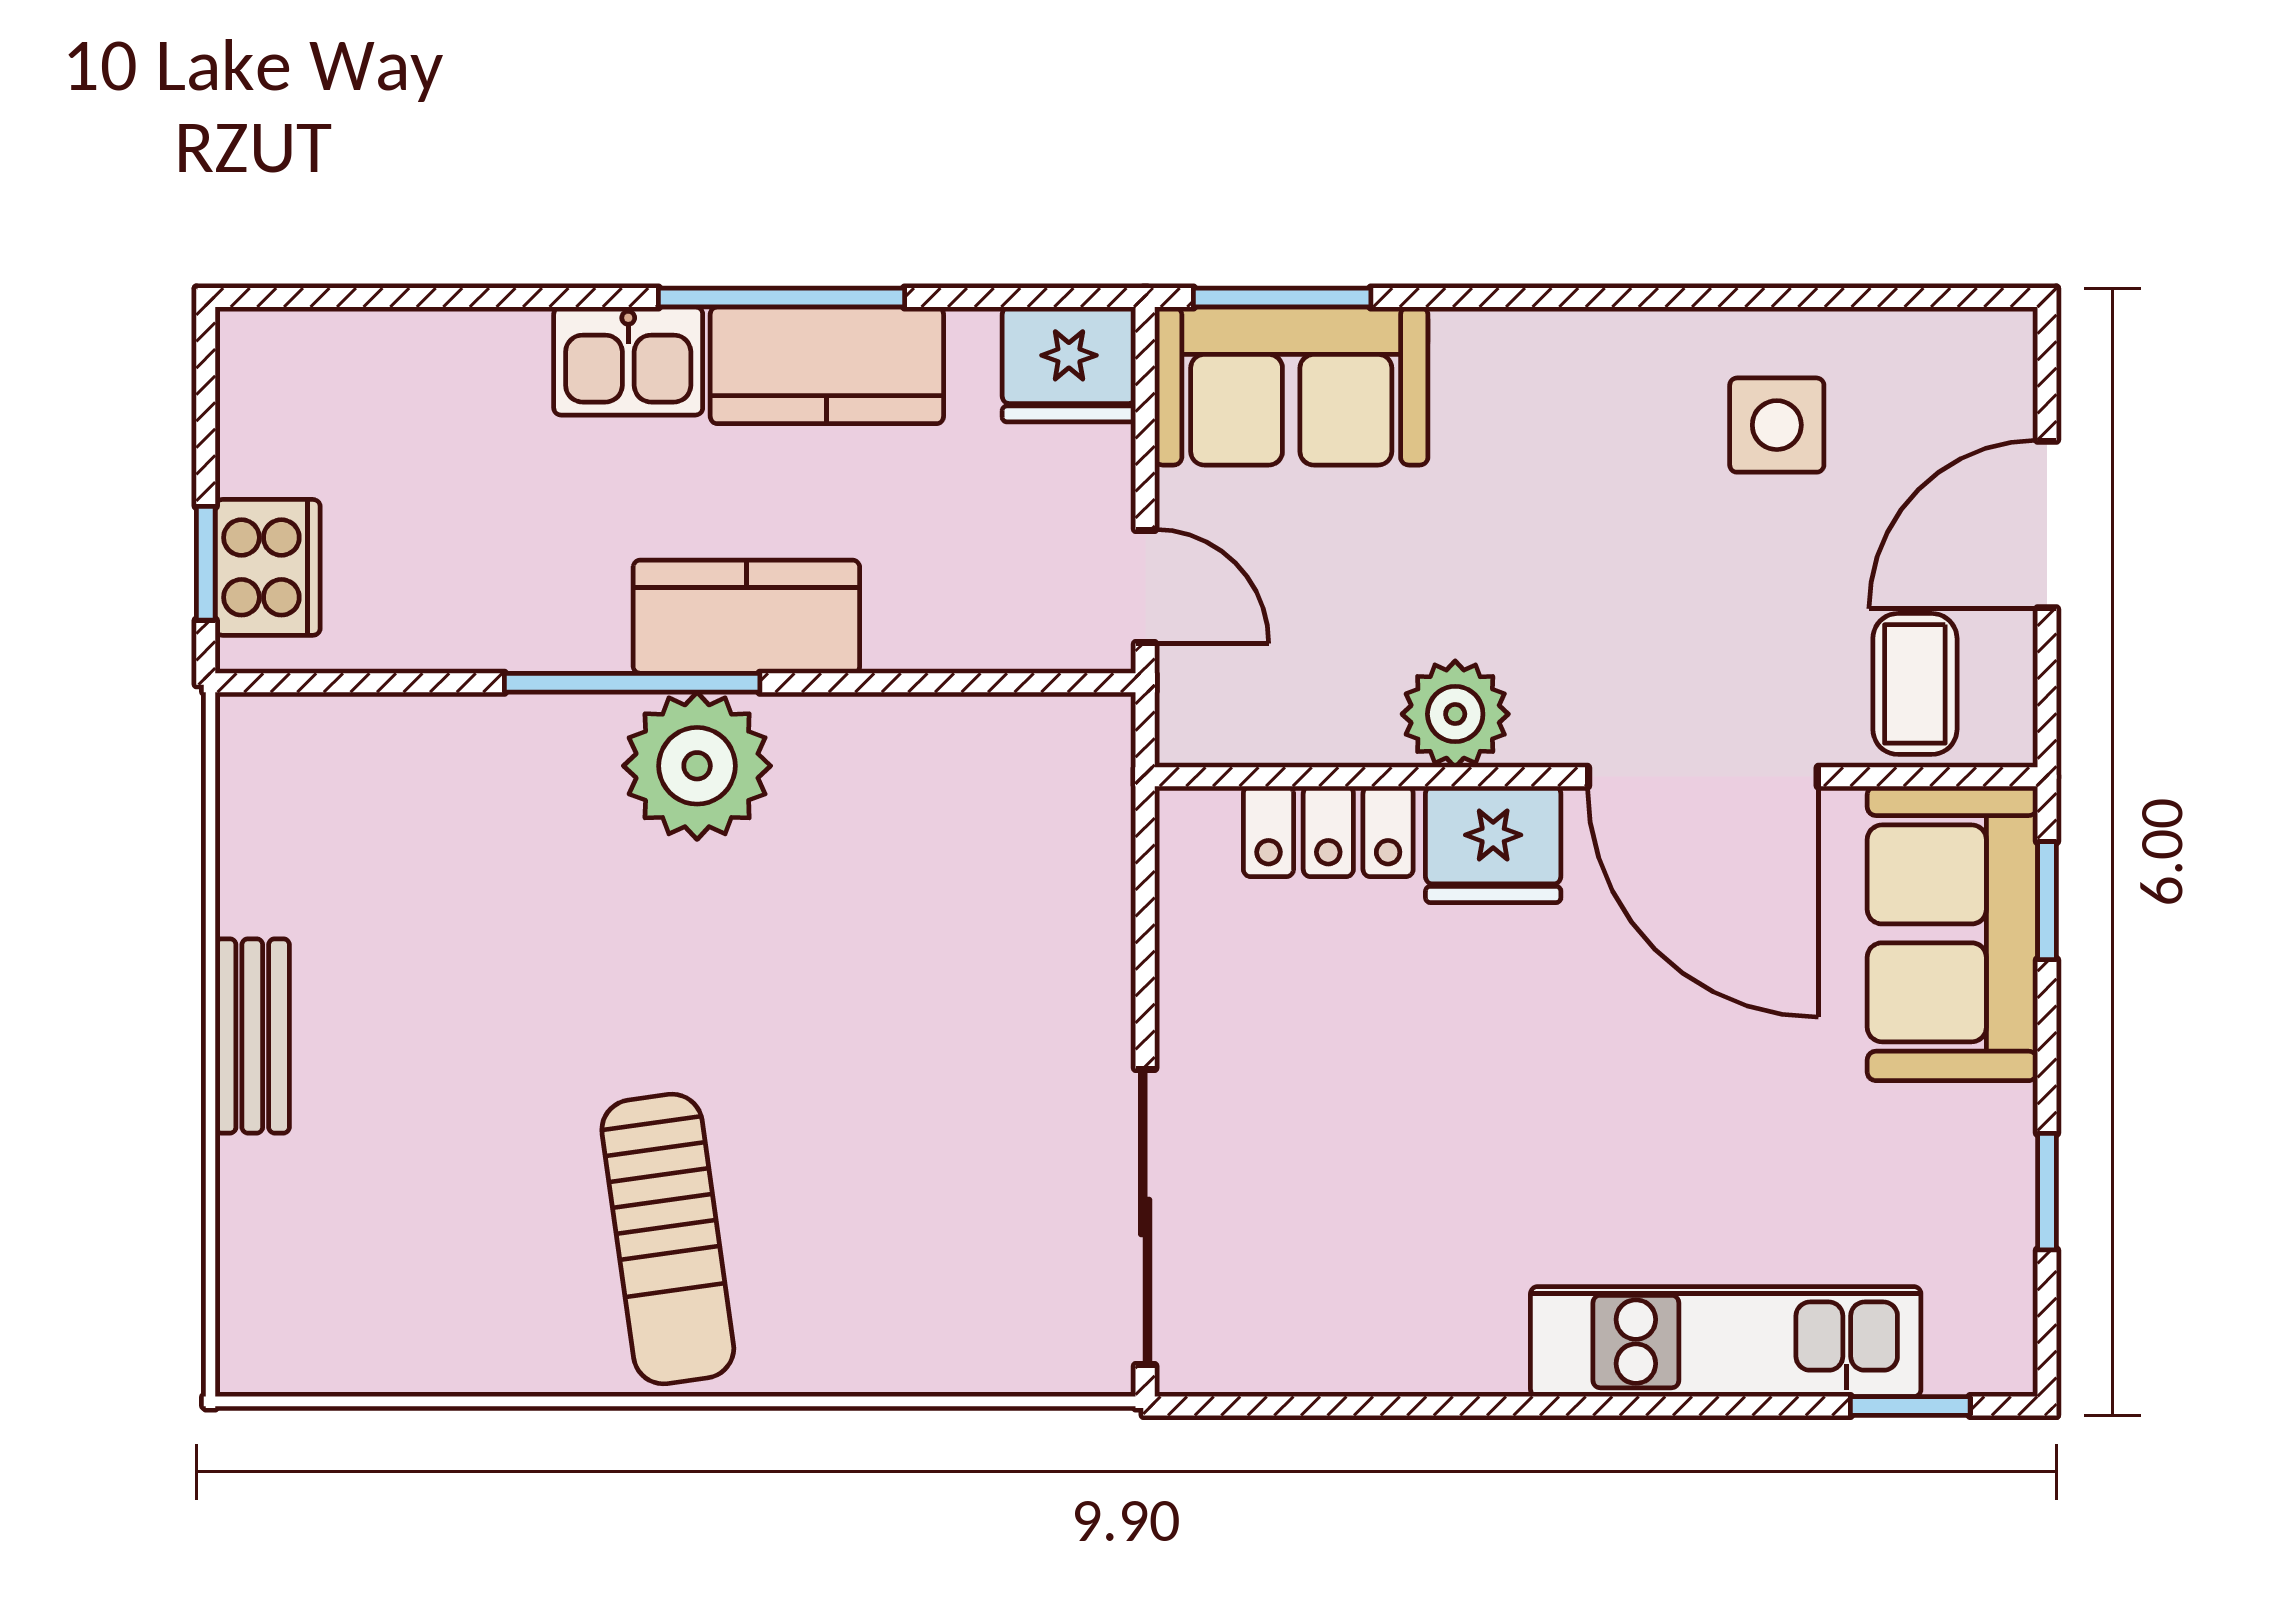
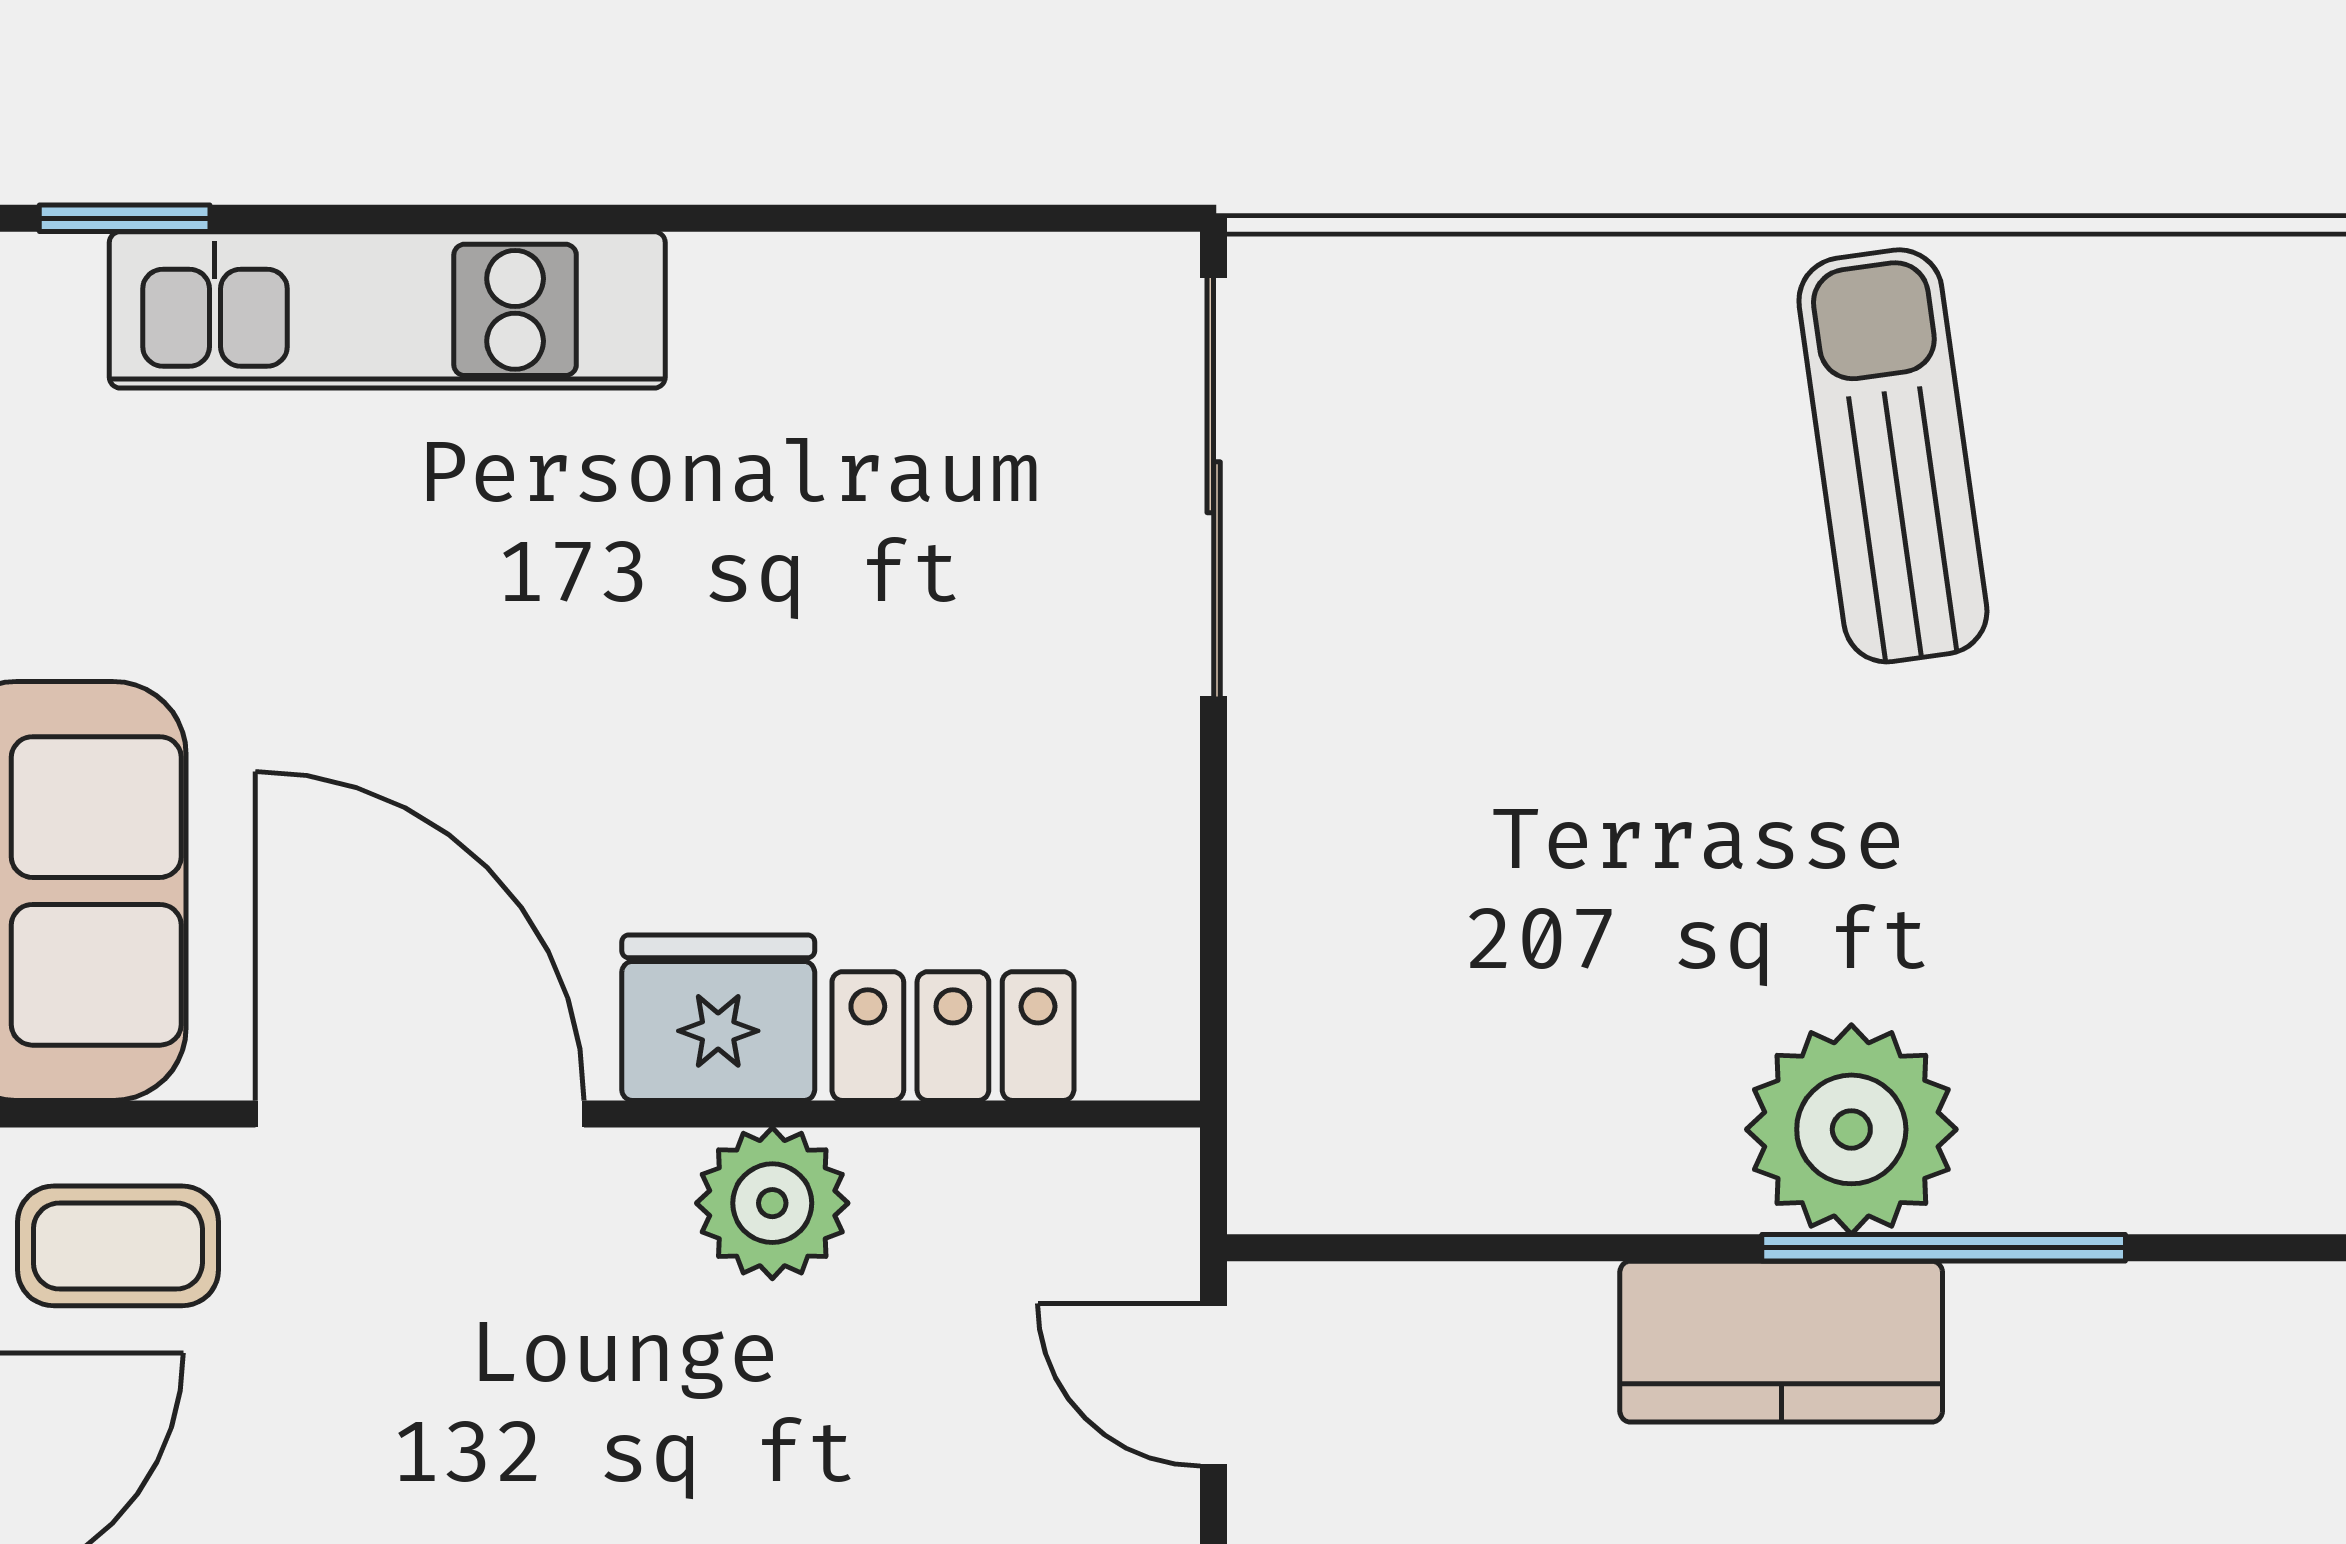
coffee table: (1915, 684) -> (118, 1246), turned 90

